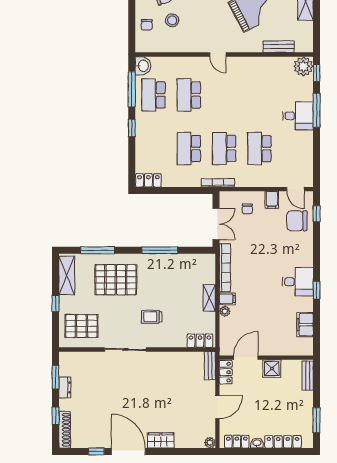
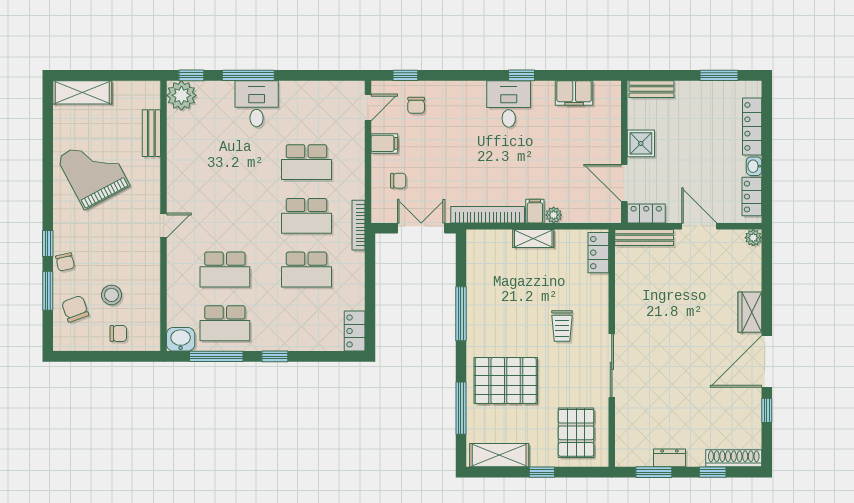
chair: (297, 221) -> (416, 105), width x0.54, depth x0.54
pallet: (116, 280) -> (506, 381), turned 90
bench: (210, 366) -> (644, 237), width x1.36

